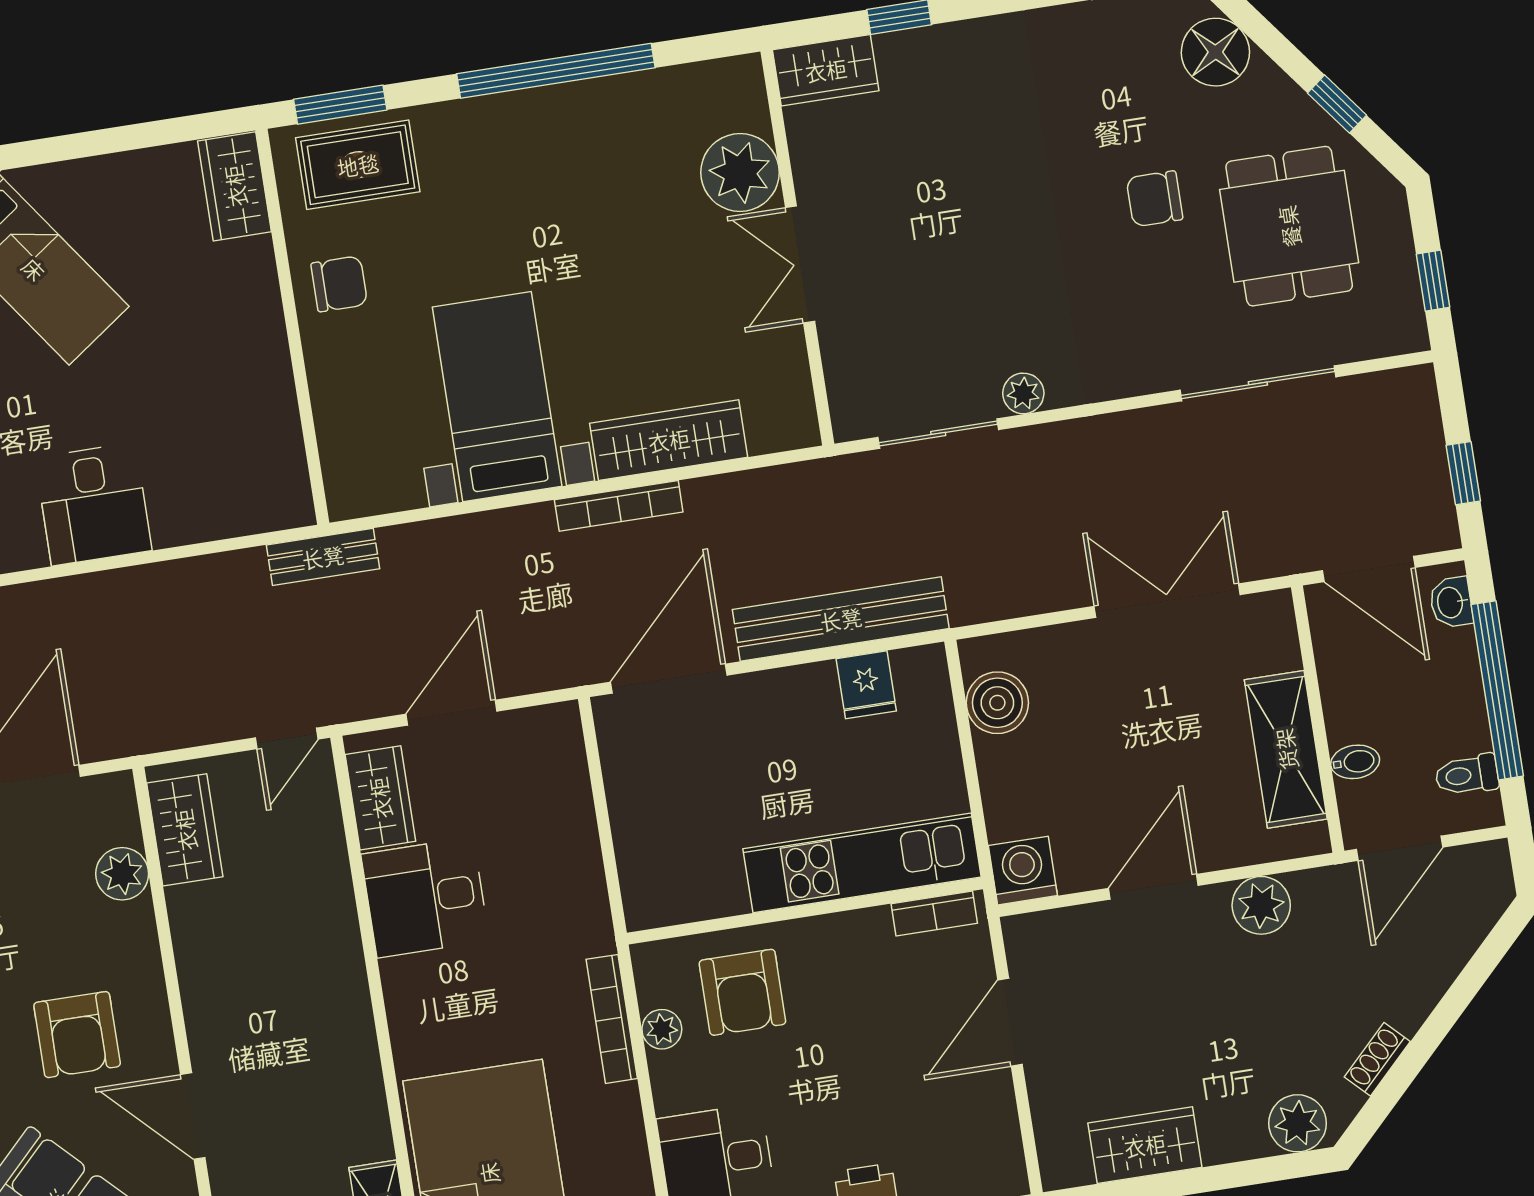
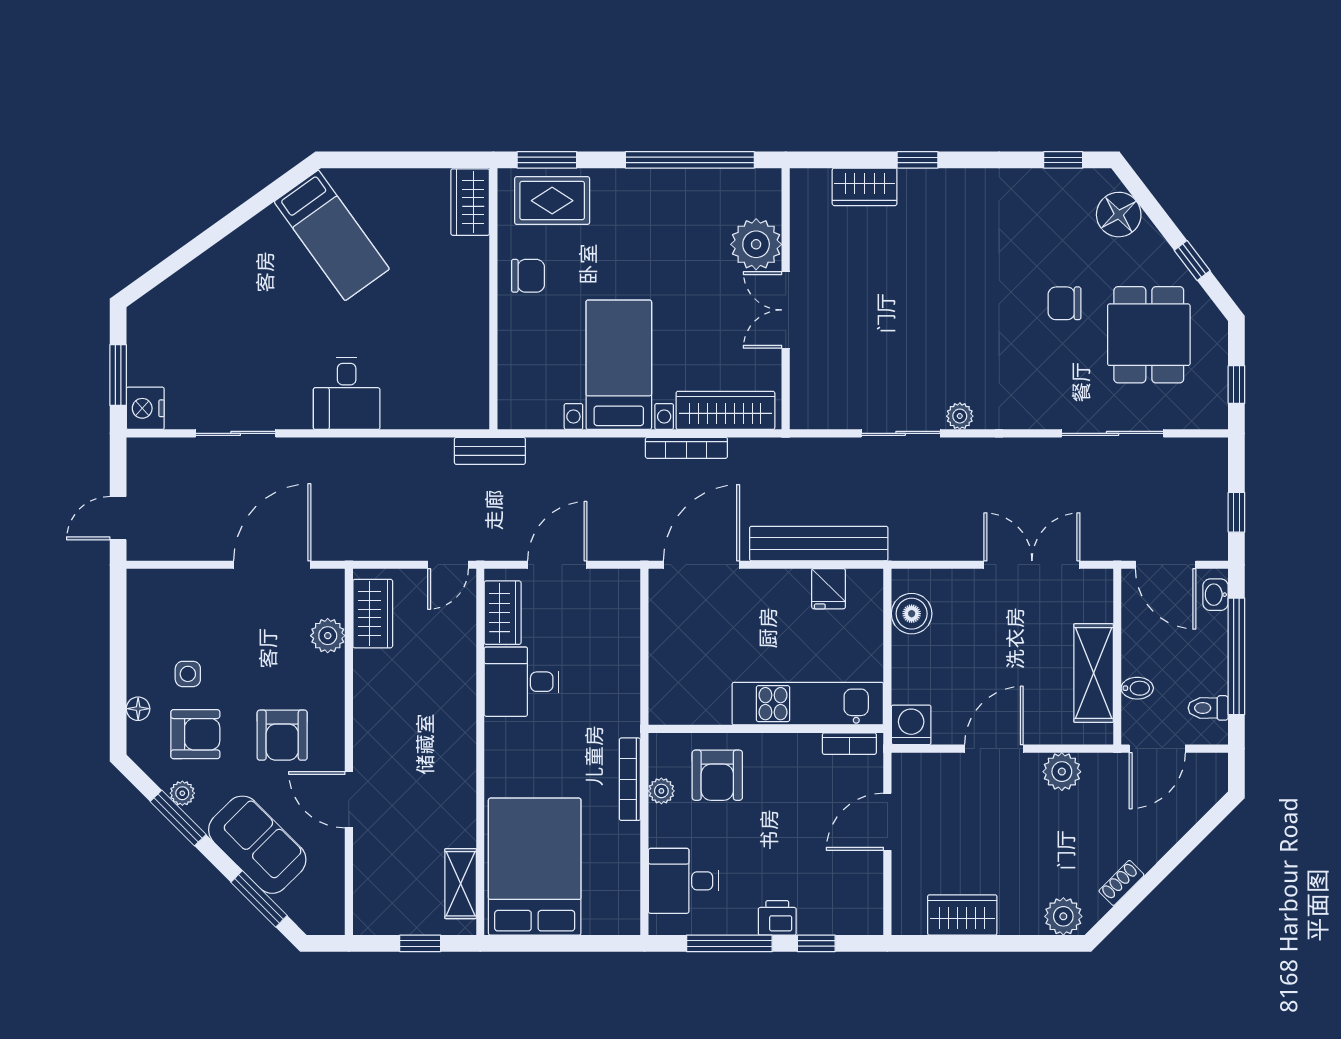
plant: (740, 172) -> (756, 244), moved
wall: (797, 248) -> (786, 299), moved
double door: (800, 264) -> (786, 310), moved

